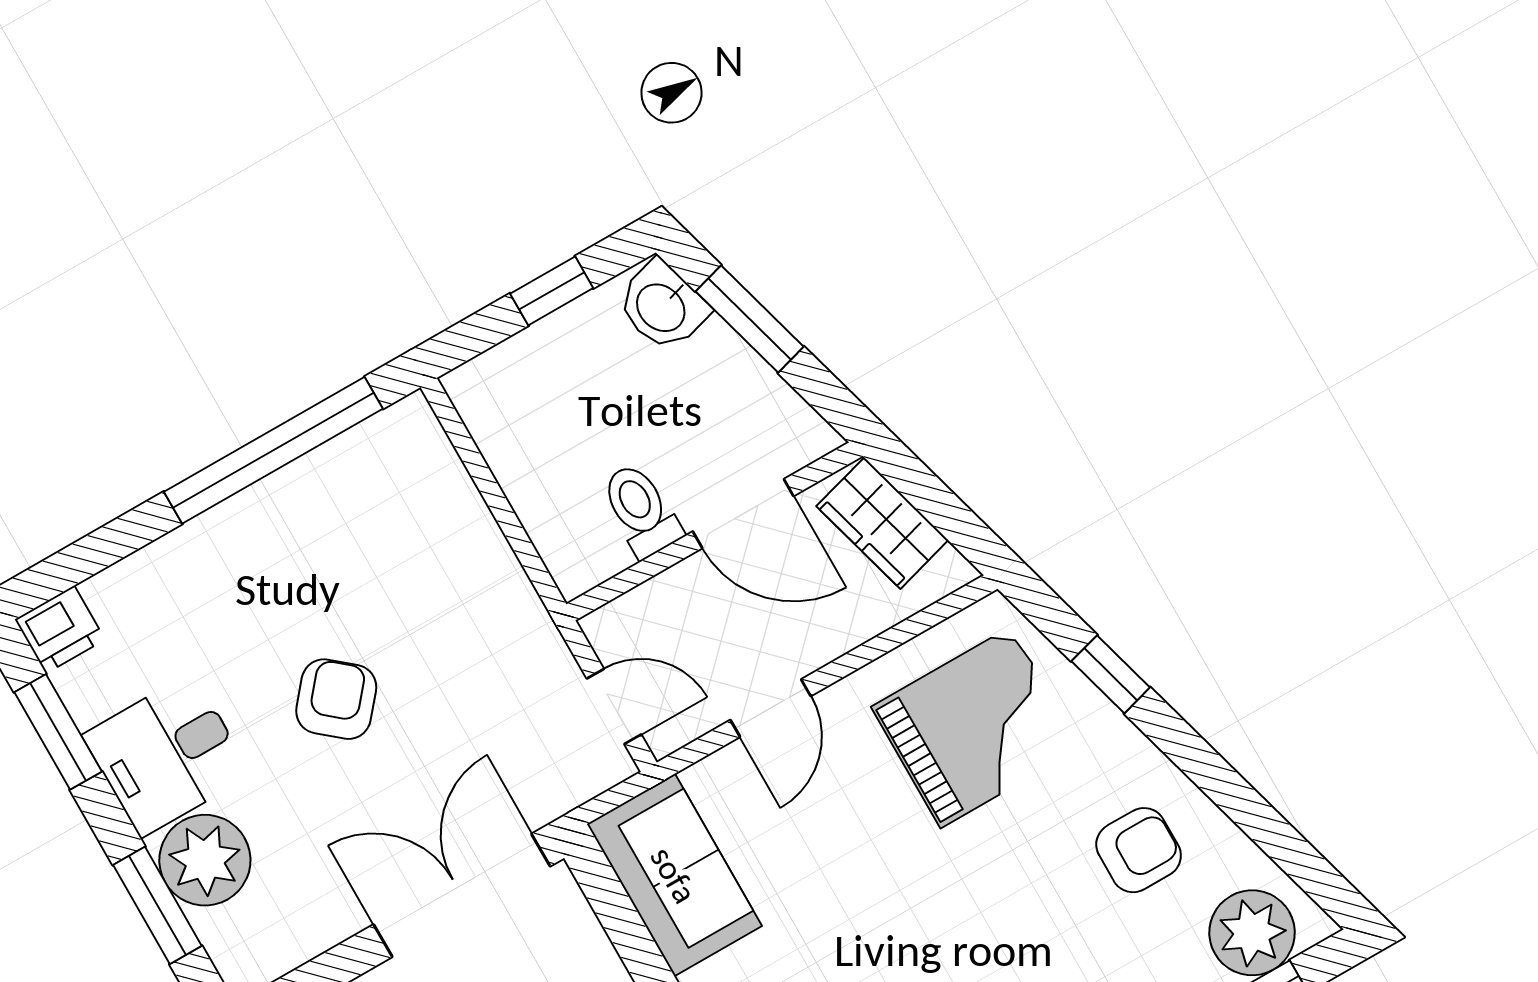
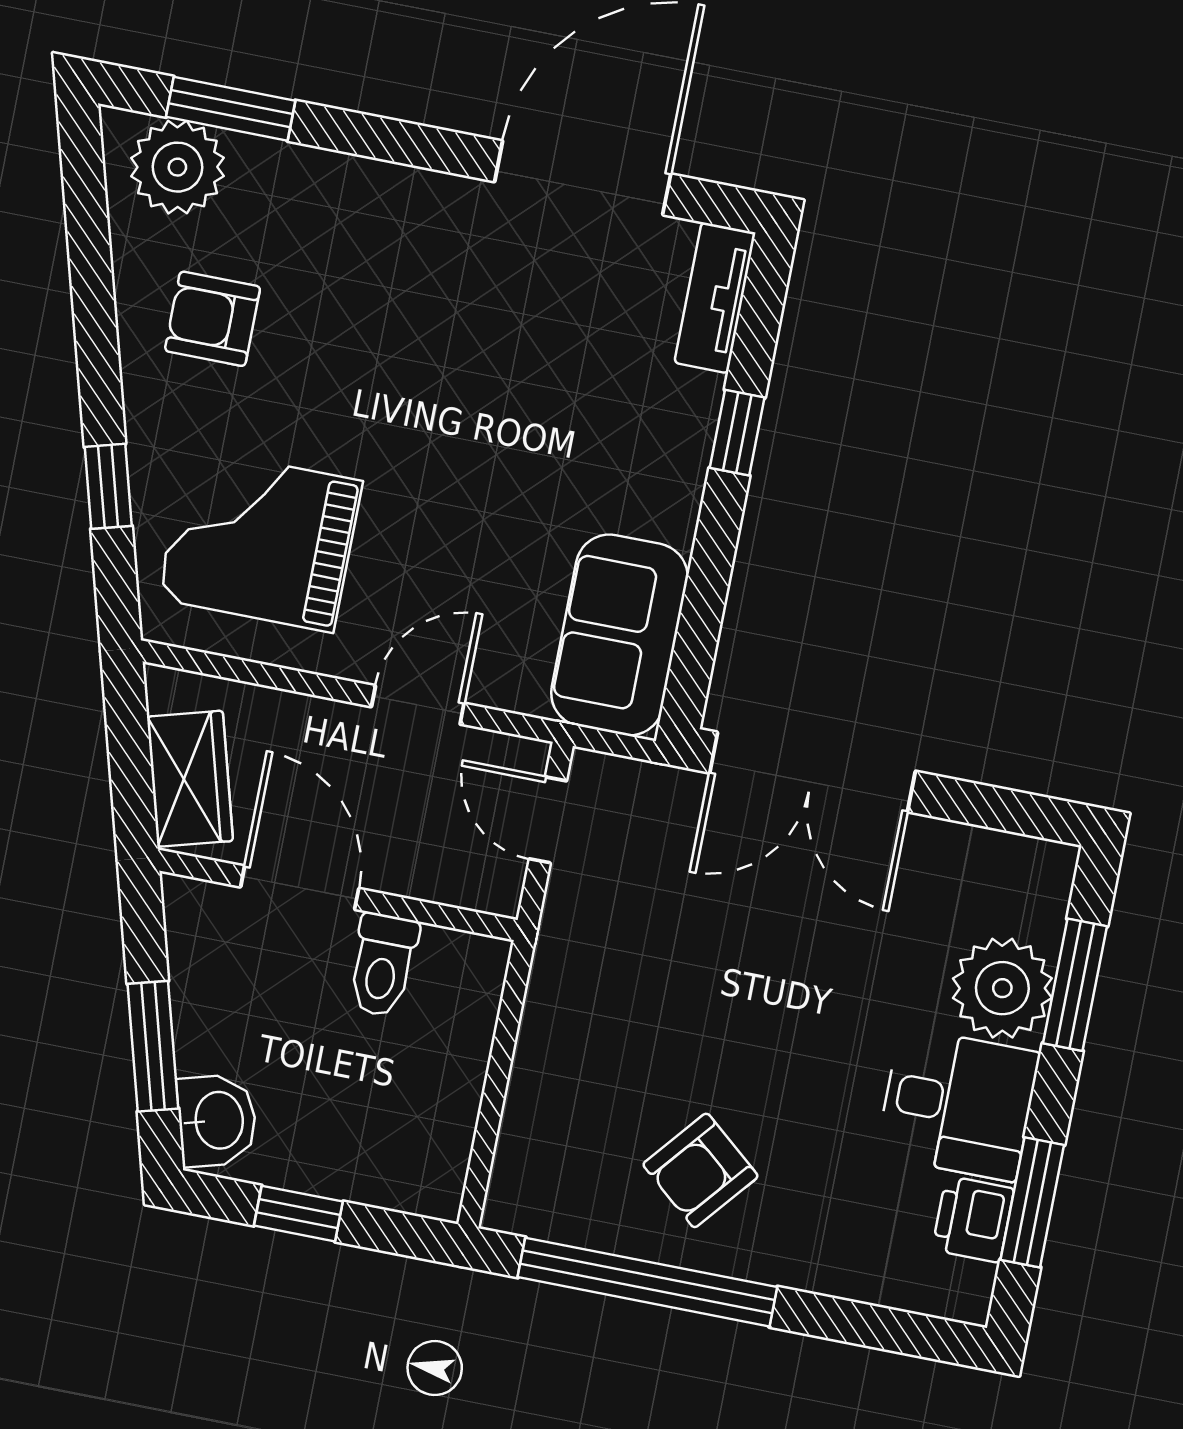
printer: (60, 629) -> (973, 1219), moved, turned -90
armchair: (336, 699) -> (700, 1170), moved

